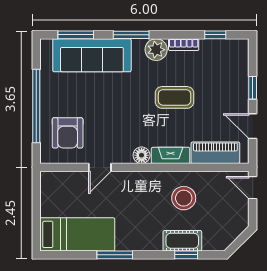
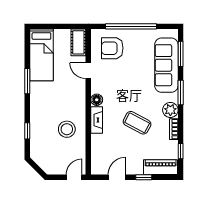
coffee table: (175, 97) -> (137, 123), turned -62
piano: (215, 153) -> (161, 167), moved, turned -90
cot: (182, 241) -> (78, 42), moved

